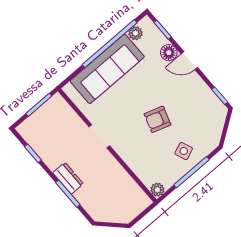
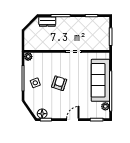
floor lamp: (169, 53) -> (42, 114), moved
dresser: (68, 178) -> (47, 22), moved

